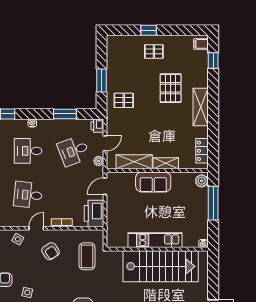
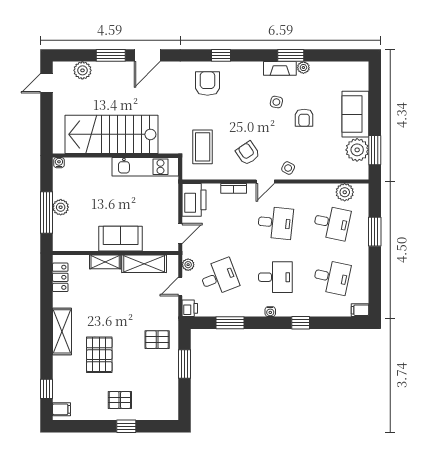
plant: (202, 181) -> (61, 207), moved
kitchen unit: (155, 240) -> (145, 167), moved

